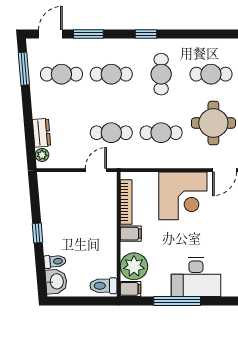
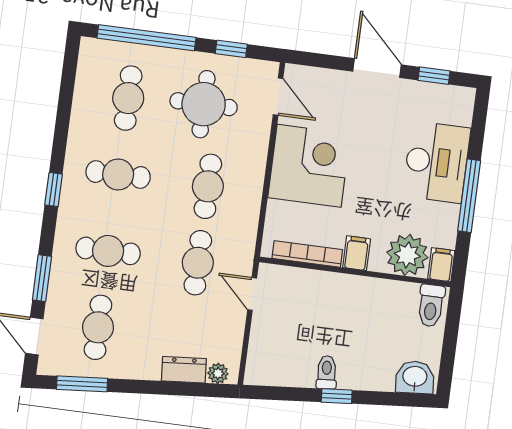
cafe table: (111, 74) -> (108, 251), turned 90
toilet: (55, 261) -> (327, 372), moved

